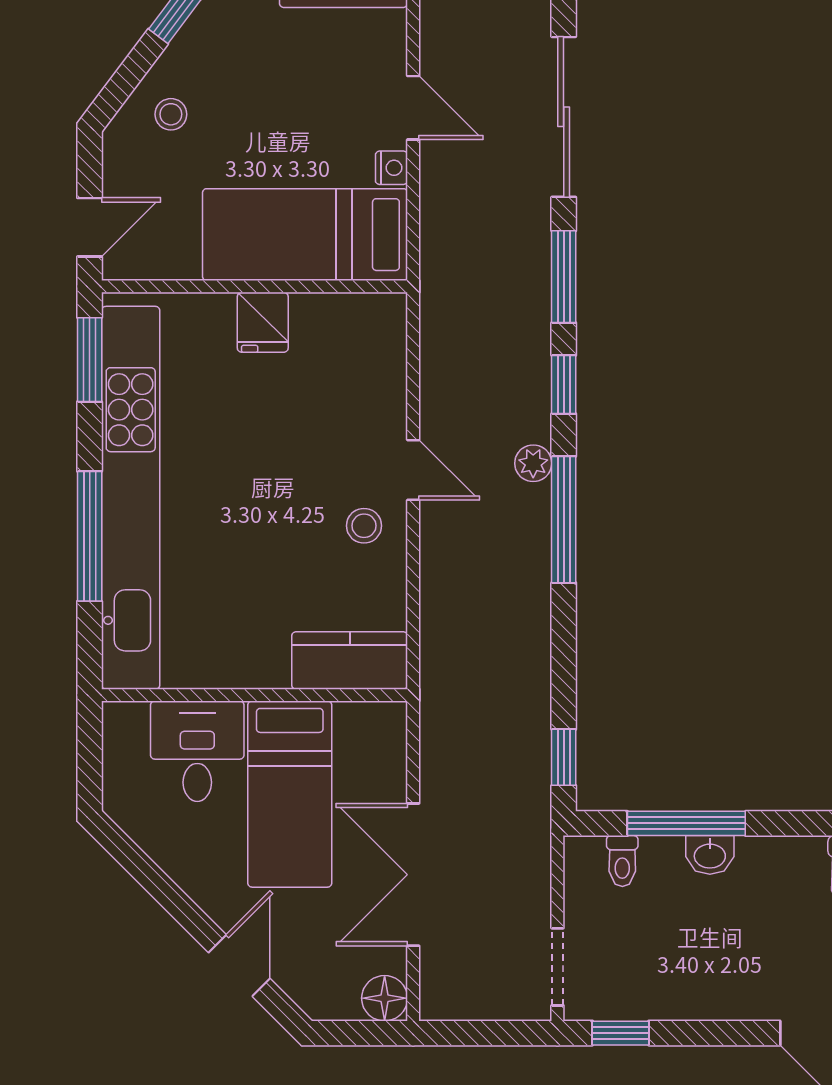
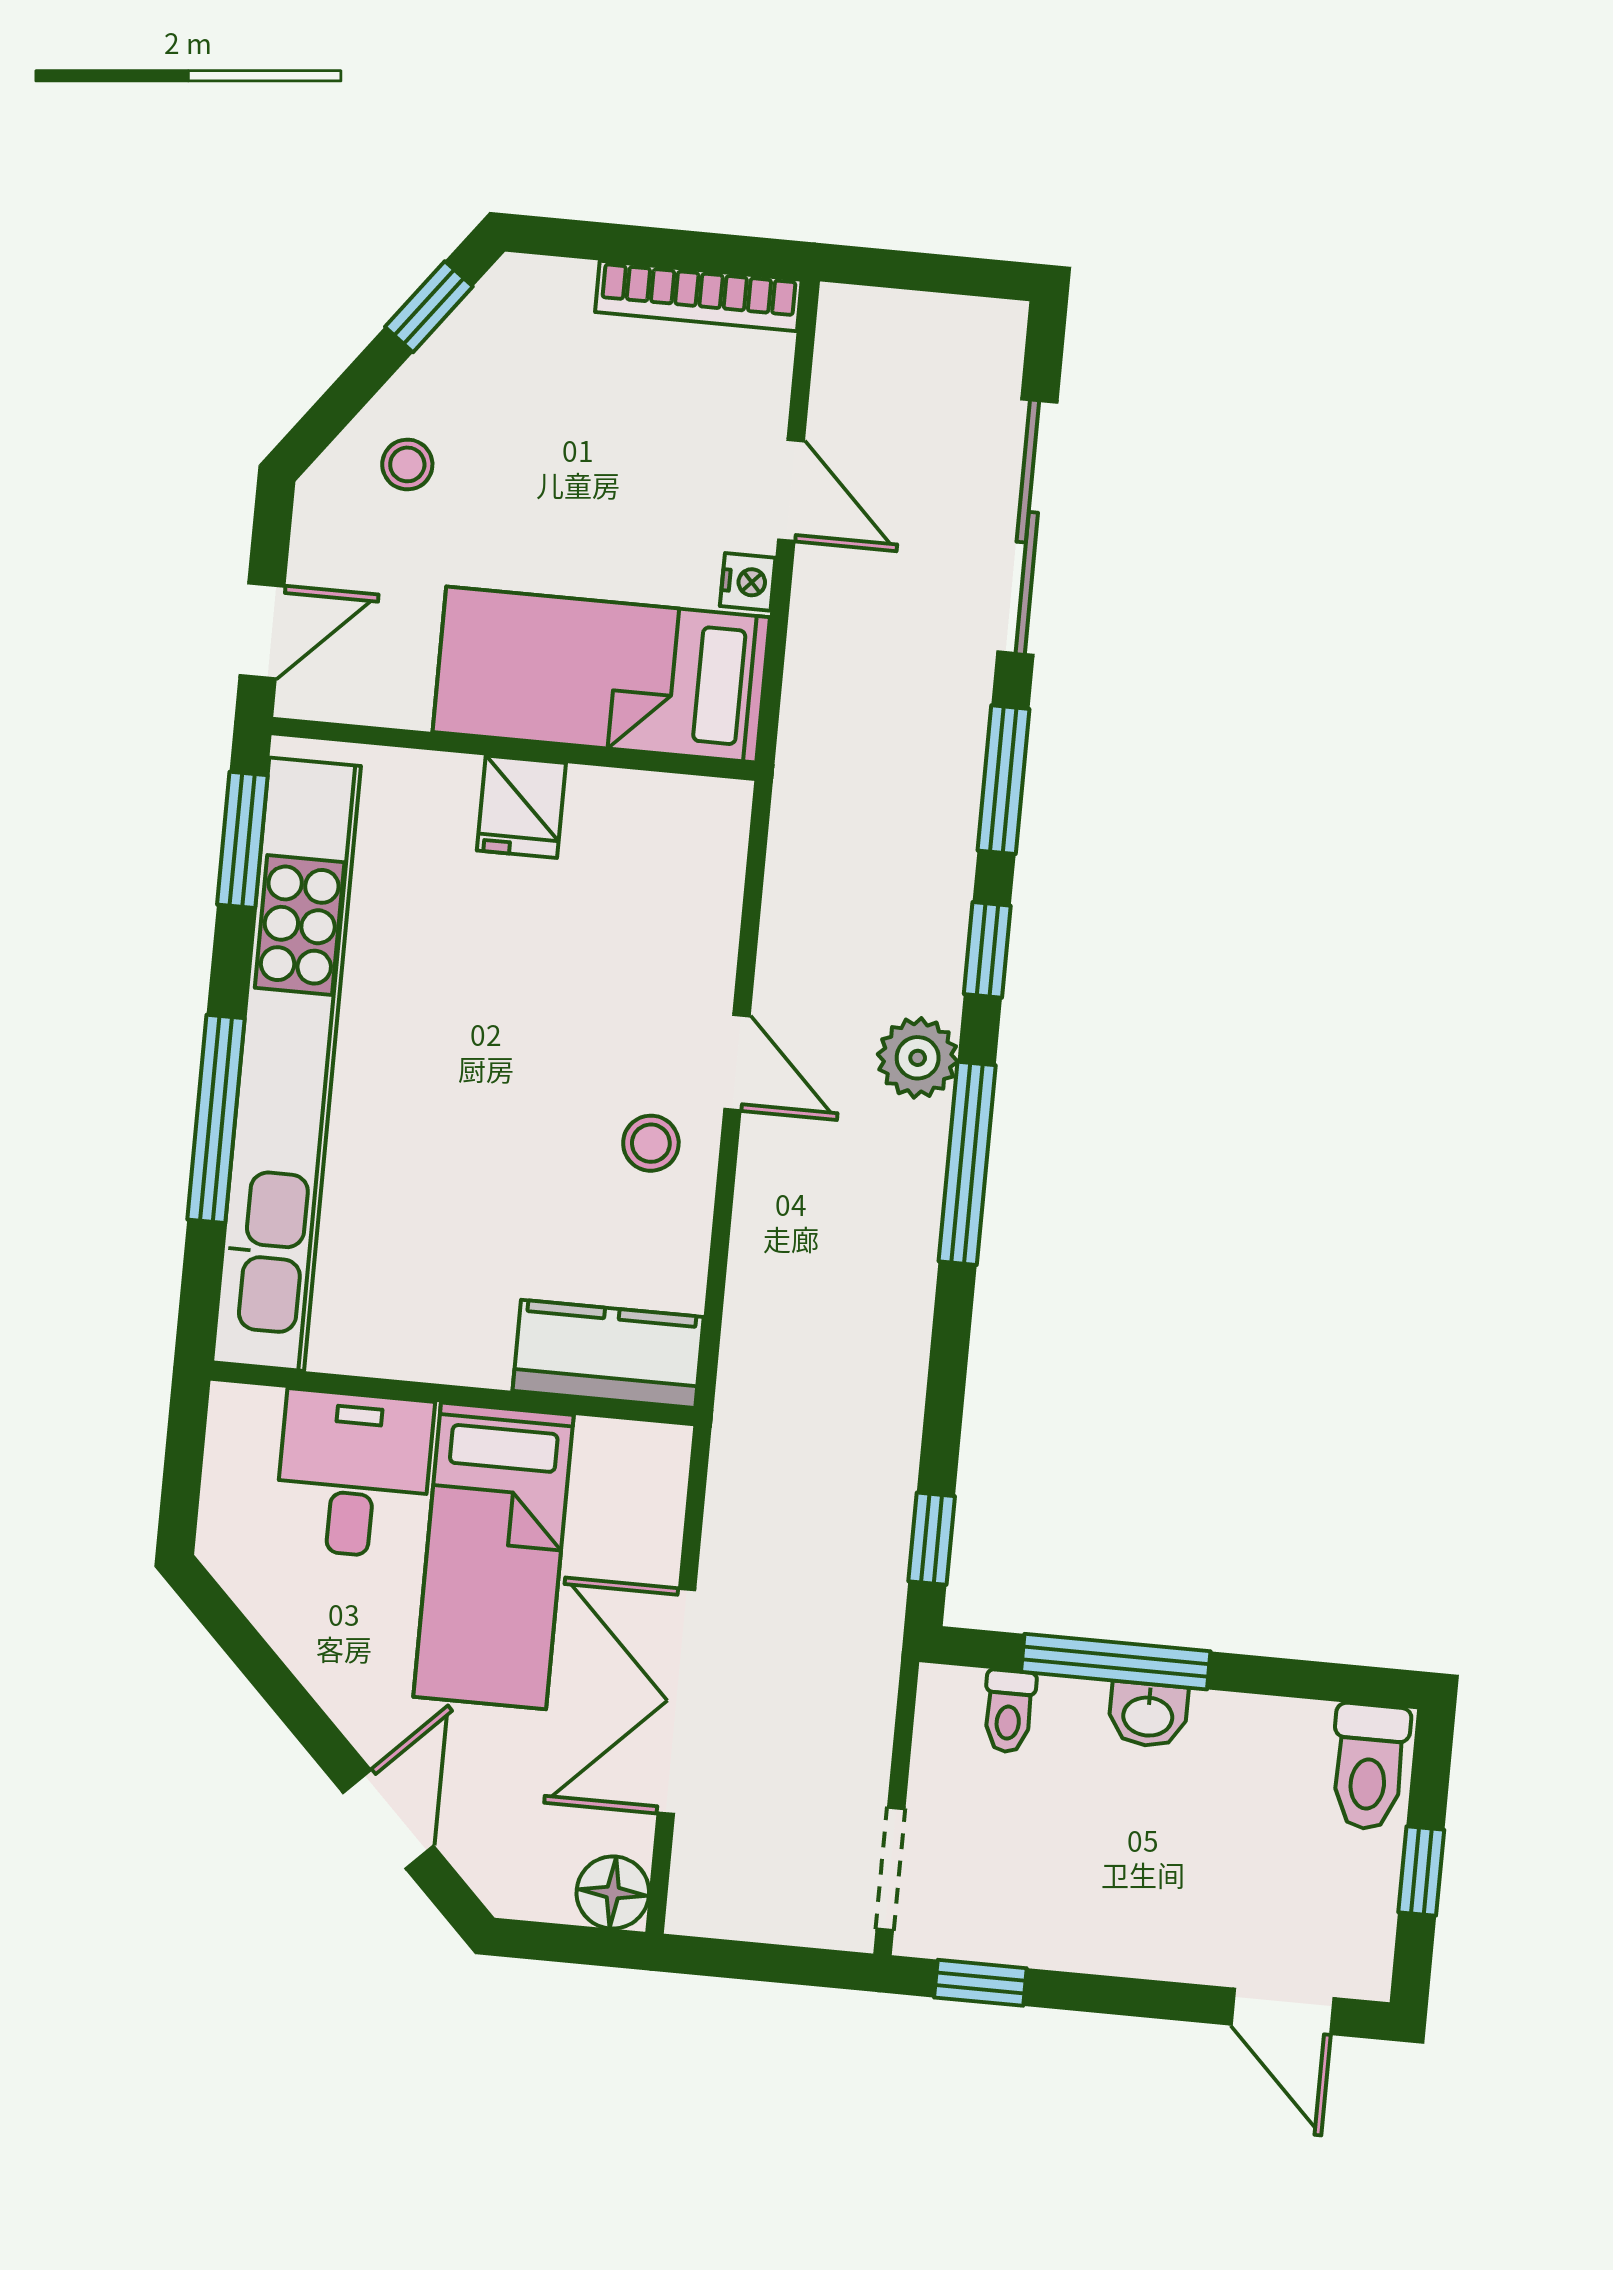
plant: (533, 463) -> (918, 1058), width x1.38, depth x1.38

